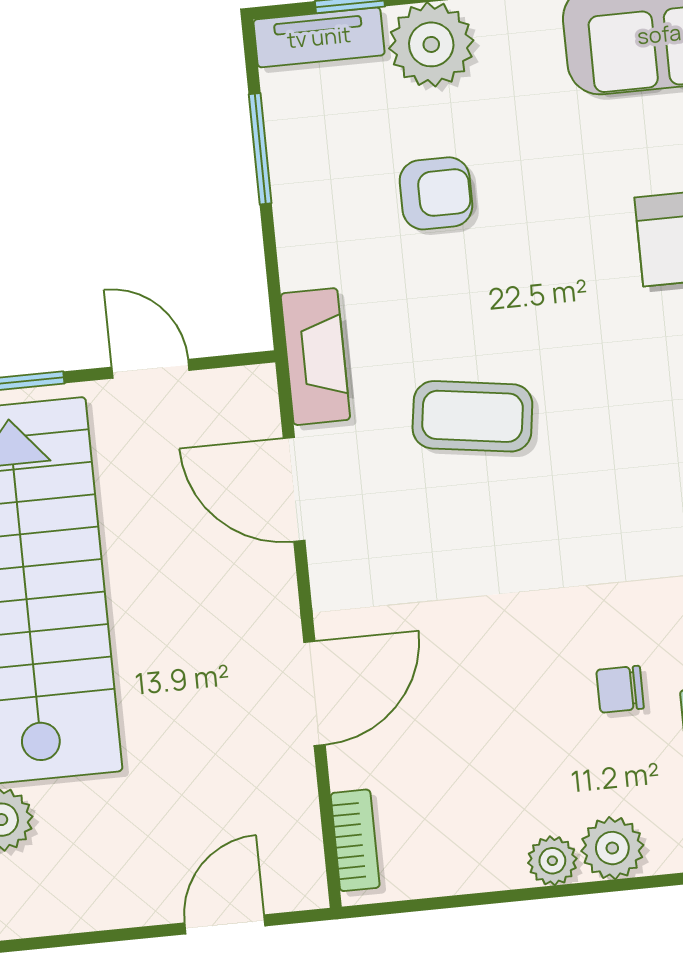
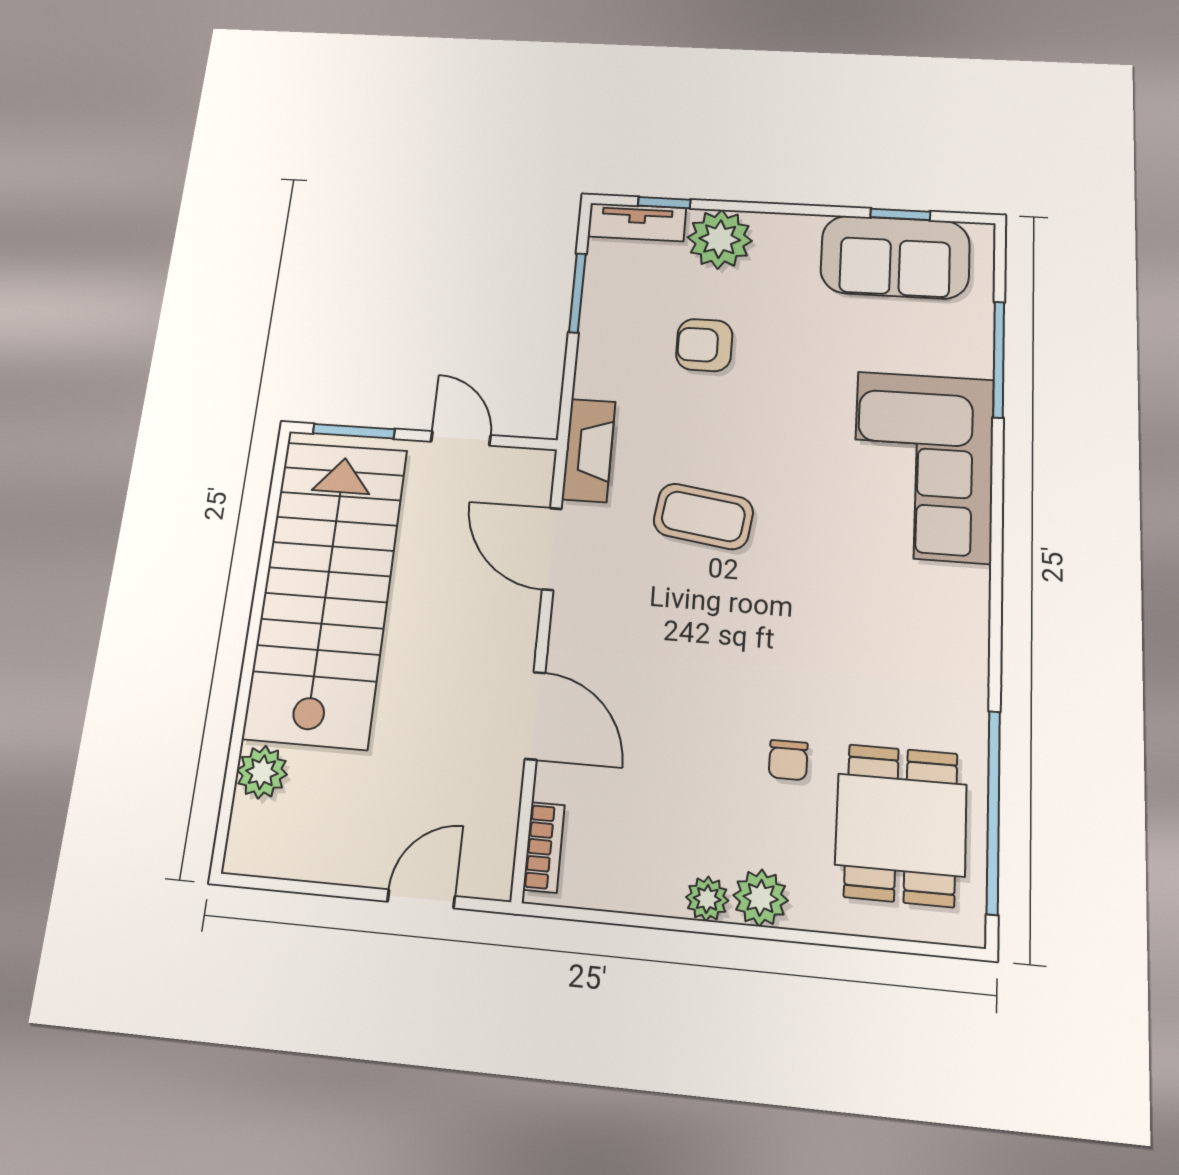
armchair: (436, 193) -> (704, 345), turned 180
chair: (620, 689) -> (788, 760), turned -90
door: (314, 693) -> (535, 716), hinge flipped

